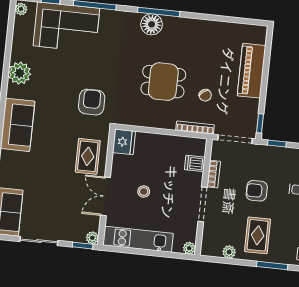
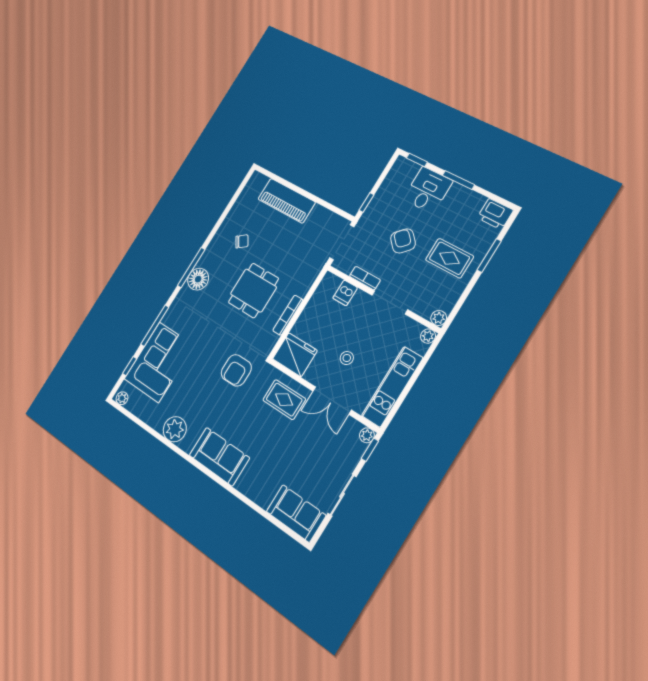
chair: (205, 95) -> (242, 241), moved
armchair: (92, 102) -> (236, 370), turned -90
window: (260, 123) -> (339, 212), removed
bookcase: (195, 128) -> (288, 315), moved
fridge: (124, 142) -> (295, 355), width x1.36, depth x1.34
armchair: (257, 191) -> (403, 241), turned 135
plant: (229, 252) -> (439, 318), moved

